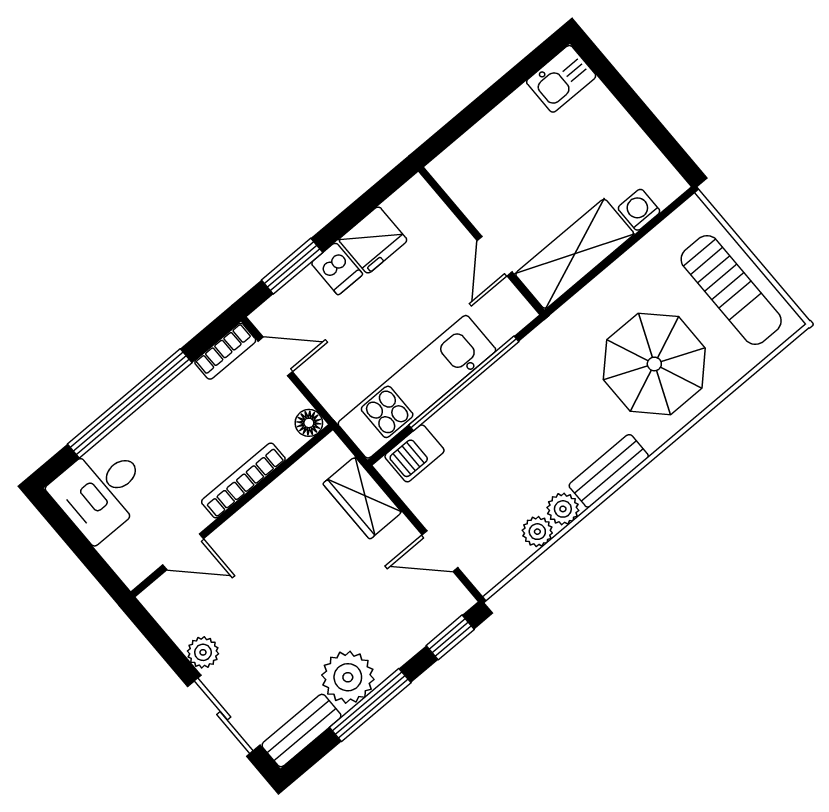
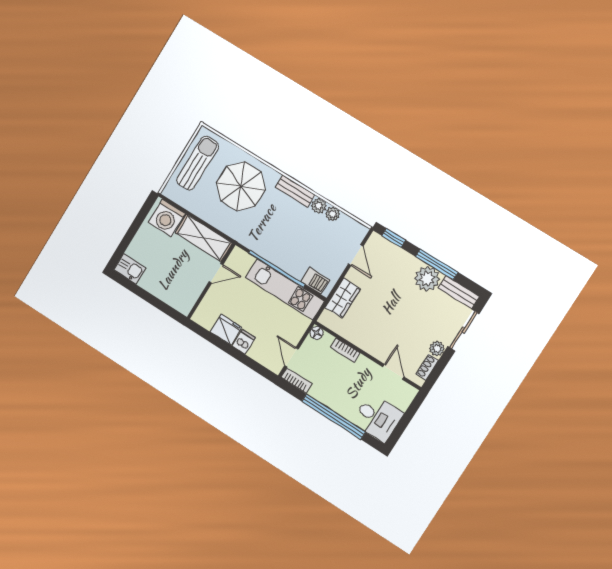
washing machine: (639, 210) -> (167, 218), width x1.89, depth x1.89
window: (292, 266) -> (249, 362), removed
bookcase: (243, 480) -> (345, 350), width x0.64
shoe rack: (172, 621) -> (427, 367), added

